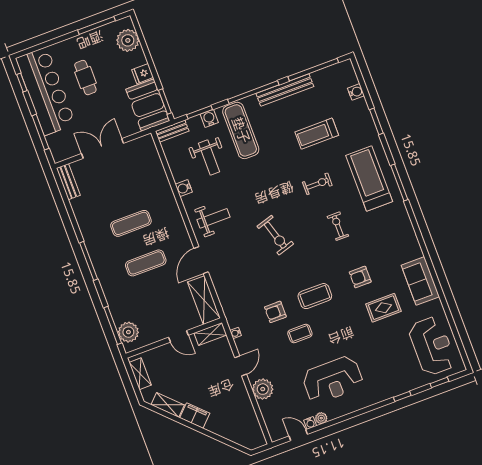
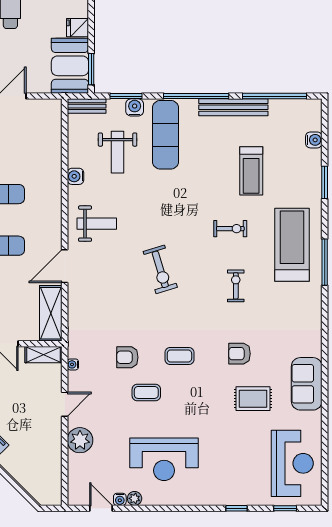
treadmill: (317, 134) -> (251, 171), turned -90
coffee table: (315, 296) -> (179, 356), width x0.73, depth x0.77

